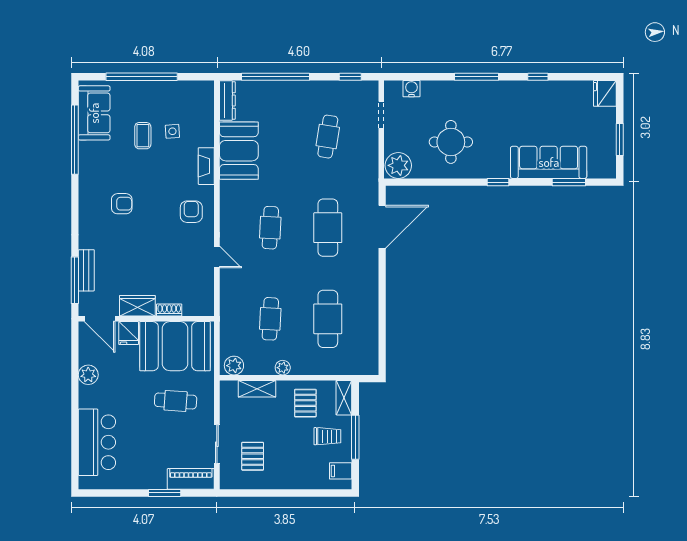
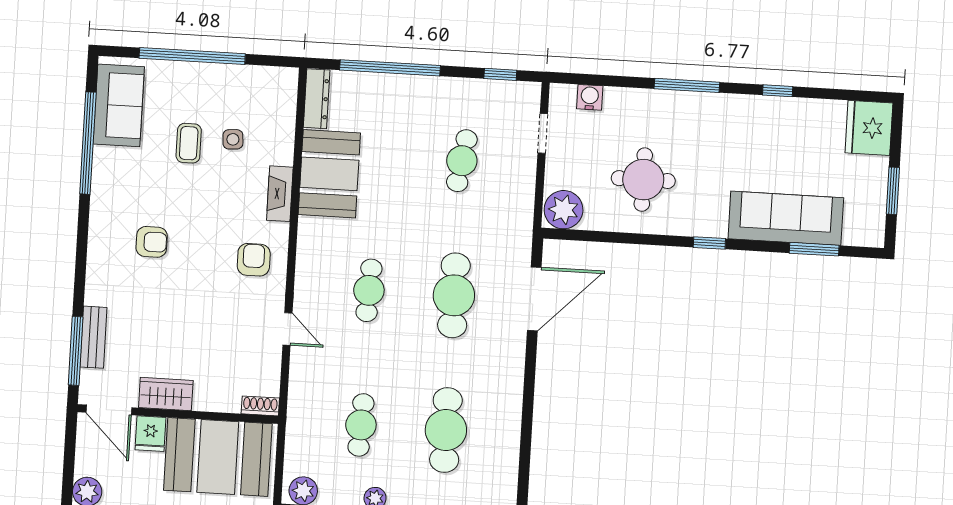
fridge: (605, 93) -> (869, 128), width x1.36, depth x1.34
shoe rack: (169, 310) -> (260, 406), moved

